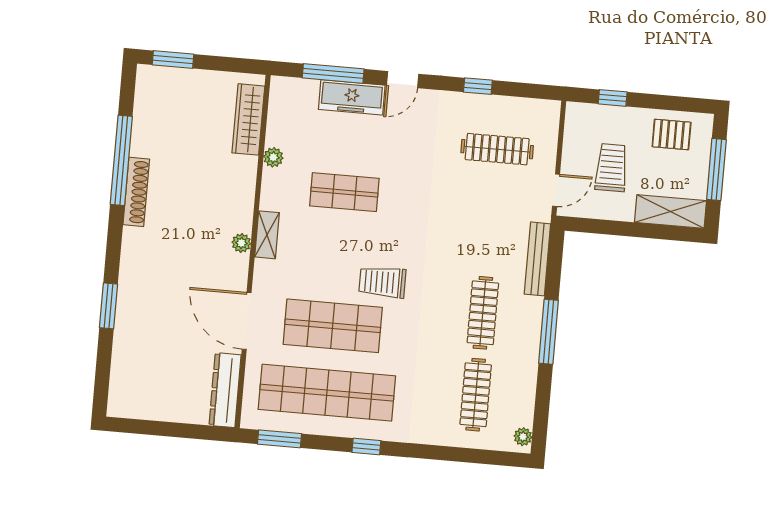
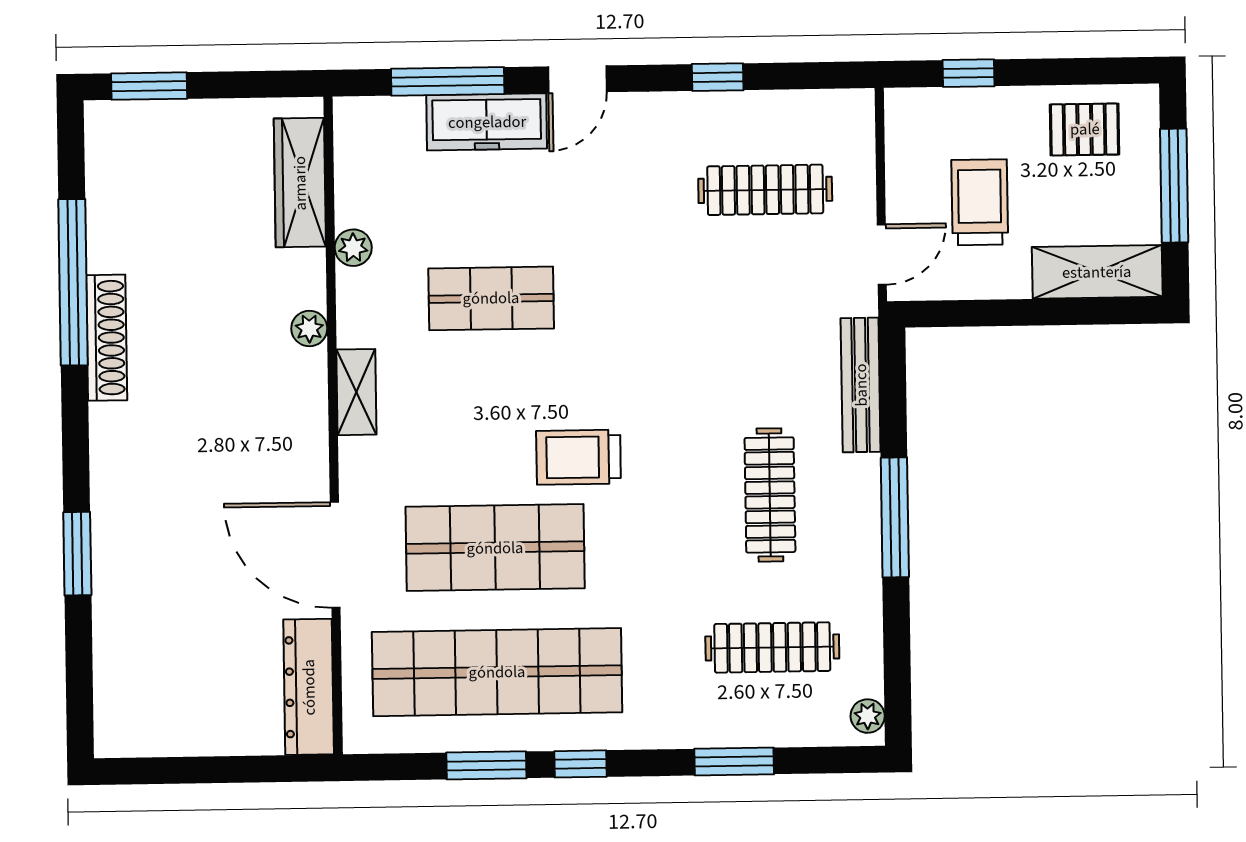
plant: (241, 243) -> (309, 329), moved
clothes rail: (476, 395) -> (772, 647), turned 90
window: (280, 439) -> (486, 765), moved
window: (449, 454) -> (734, 762), added

